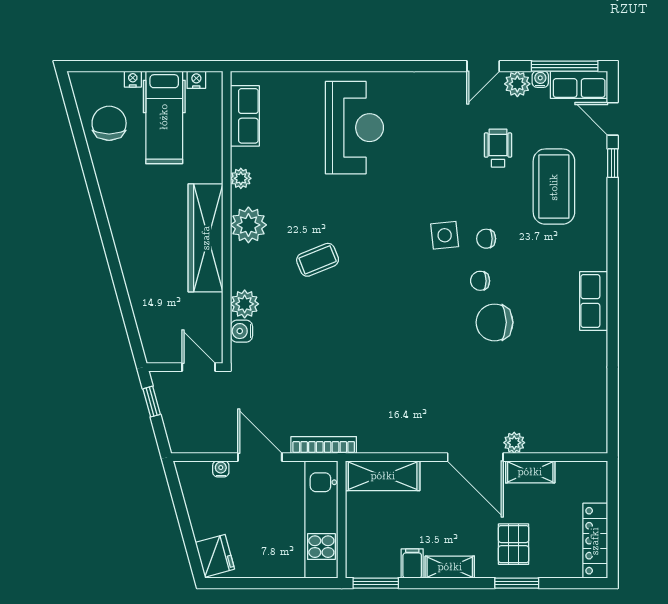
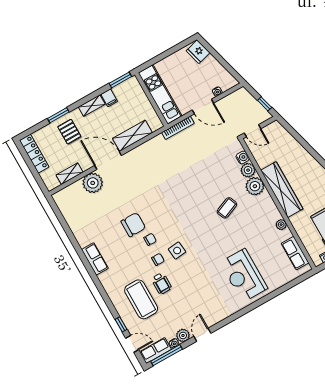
wheelchair: (498, 148) -> (162, 283), moved
plant: (248, 225) -> (255, 186), moved
plant: (514, 443) -> (93, 183), width x1.88, depth x1.88
shelving: (530, 472) -> (70, 174), moved
shelving: (383, 476) -> (132, 136), moved

